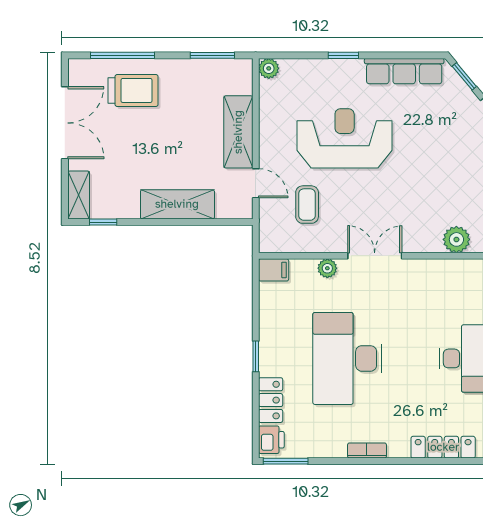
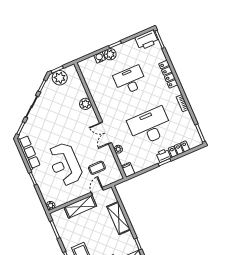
desk: (347, 358) -> (150, 126), turned 180
printer: (271, 440) -> (163, 155), moved

